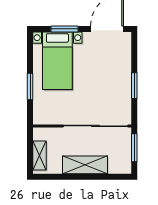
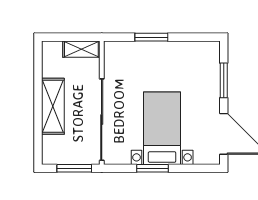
bed with nightstands: (57, 61) -> (162, 128), moved, turned 90
shelving: (40, 155) -> (81, 49), moved

